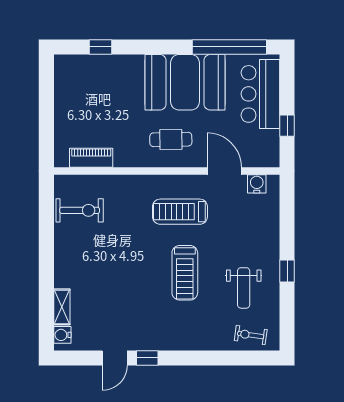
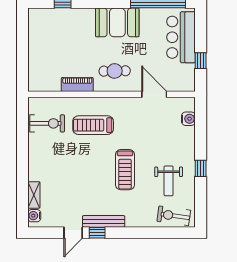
booth: (185, 82) -> (117, 22), width x0.73, depth x0.70
piano: (91, 158) -> (77, 84), moved
water cooler: (257, 184) -> (188, 119), moved, turned 90
treadmill: (180, 212) -> (93, 125), moved
exercise bike: (251, 335) -> (174, 216), width x1.38, depth x1.39
bench: (156, 343) -> (104, 221), added

